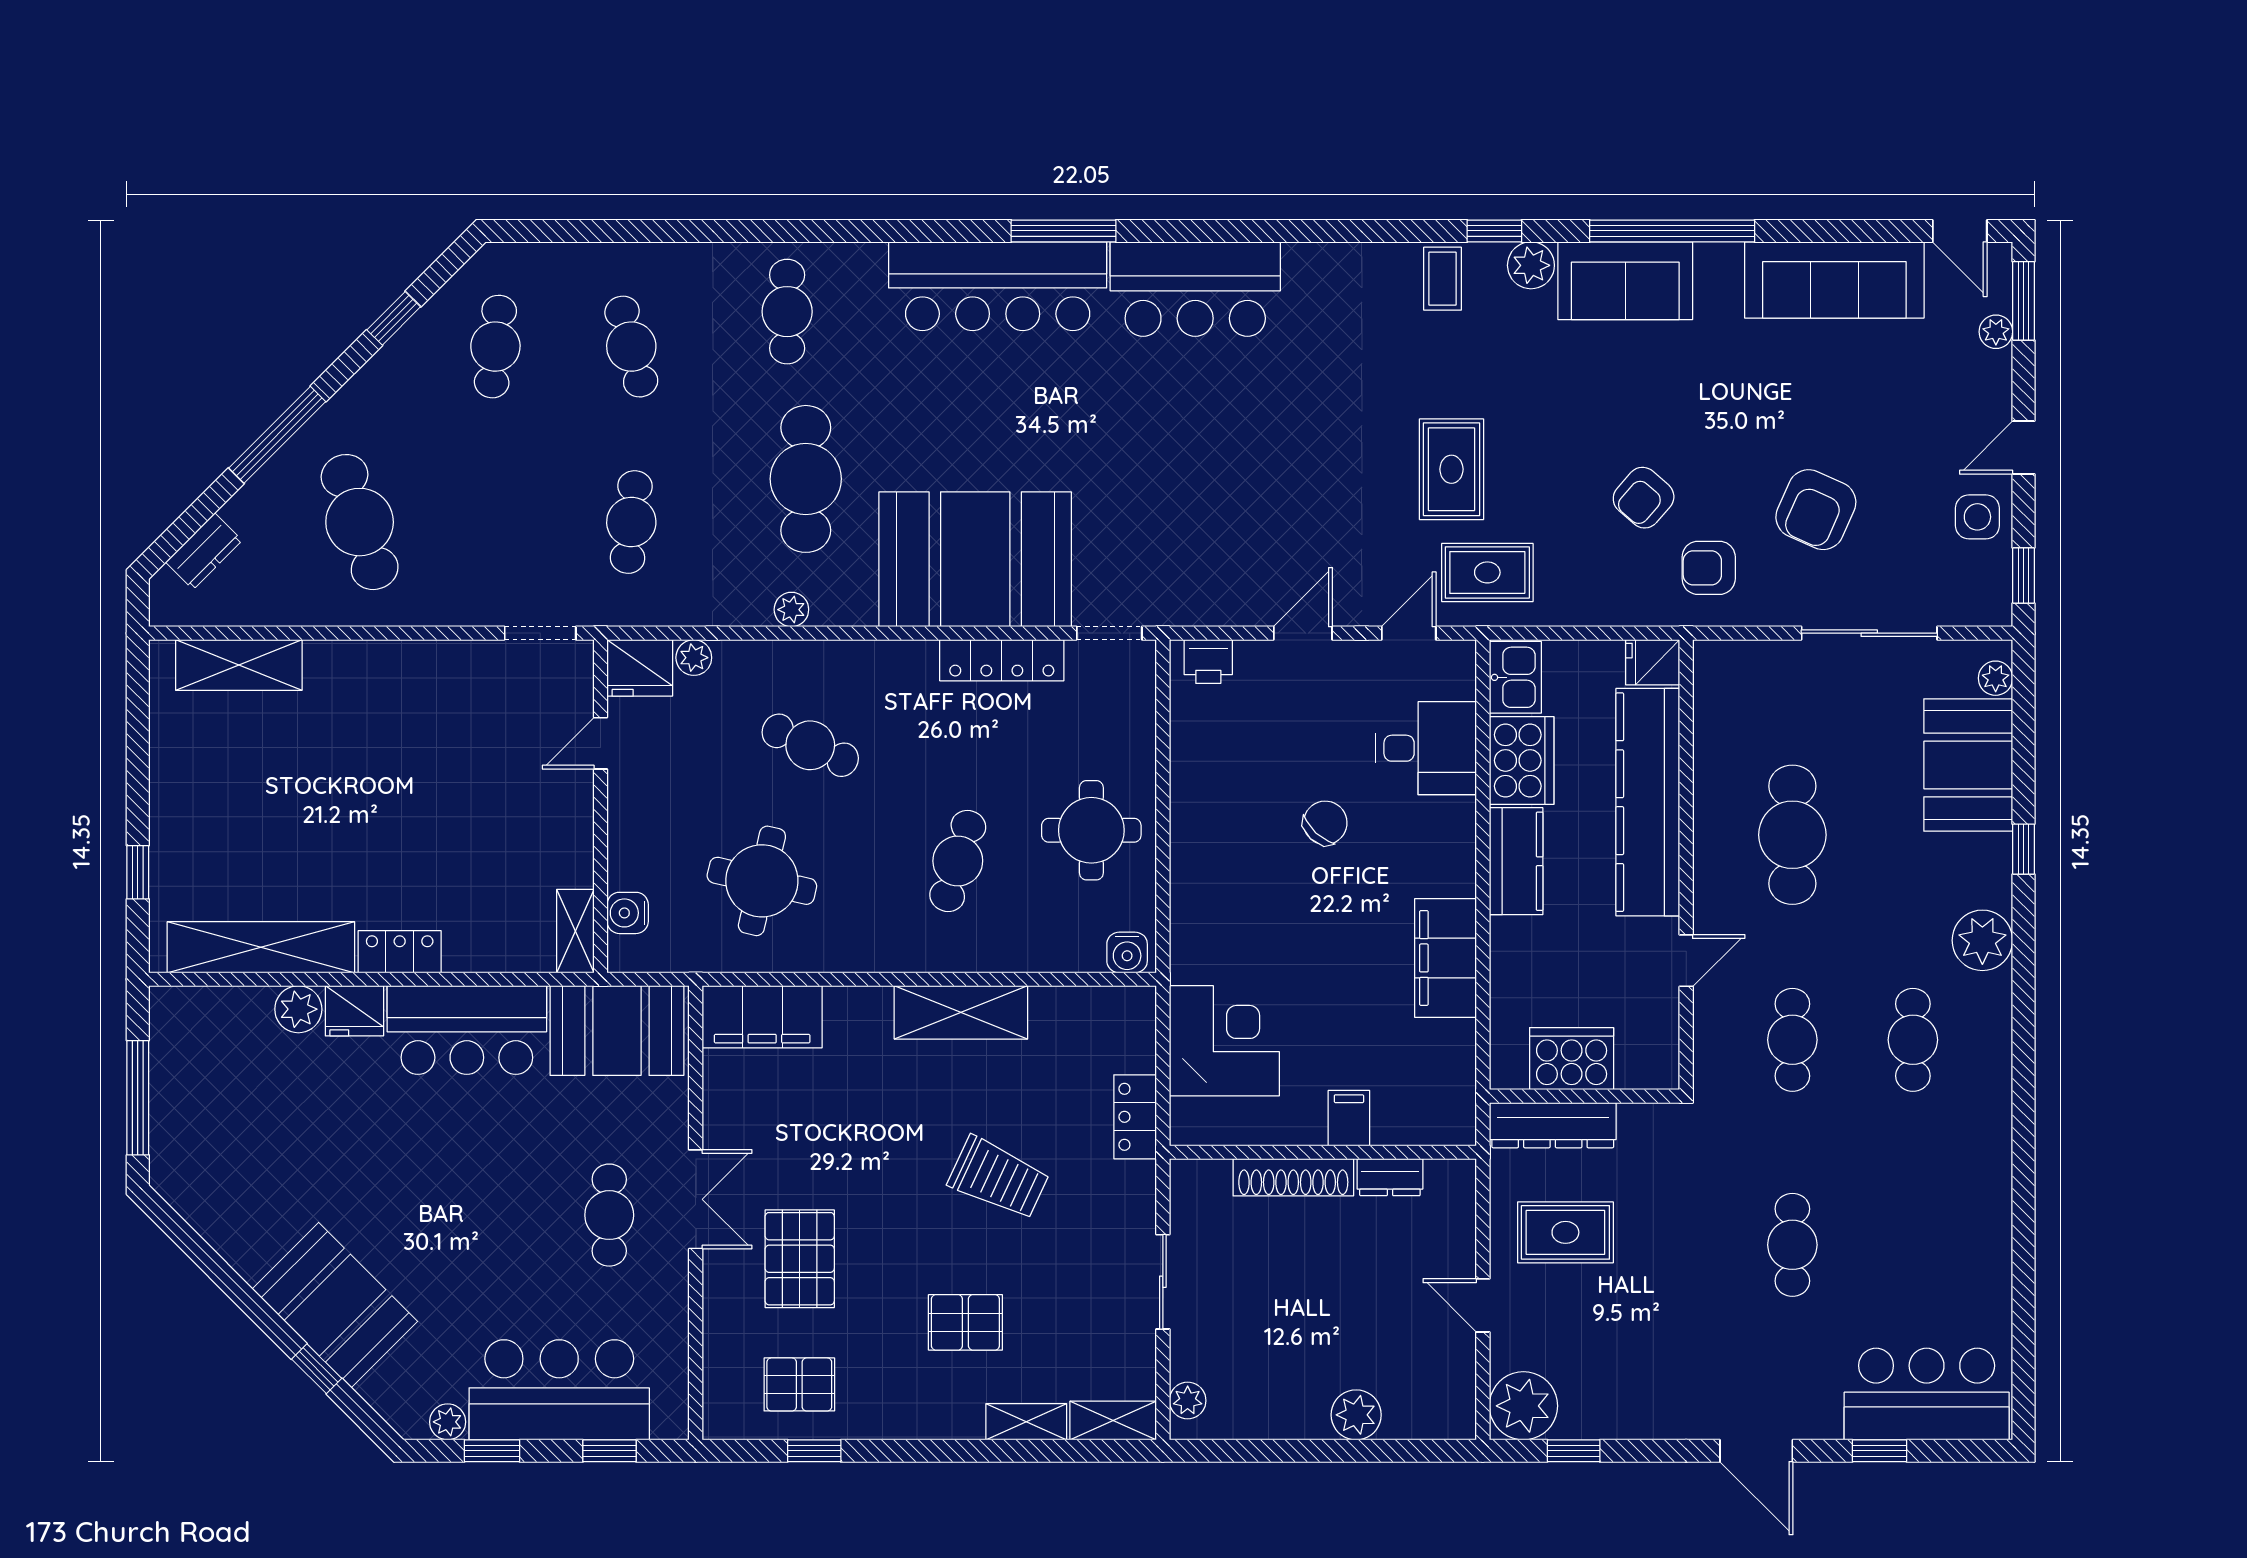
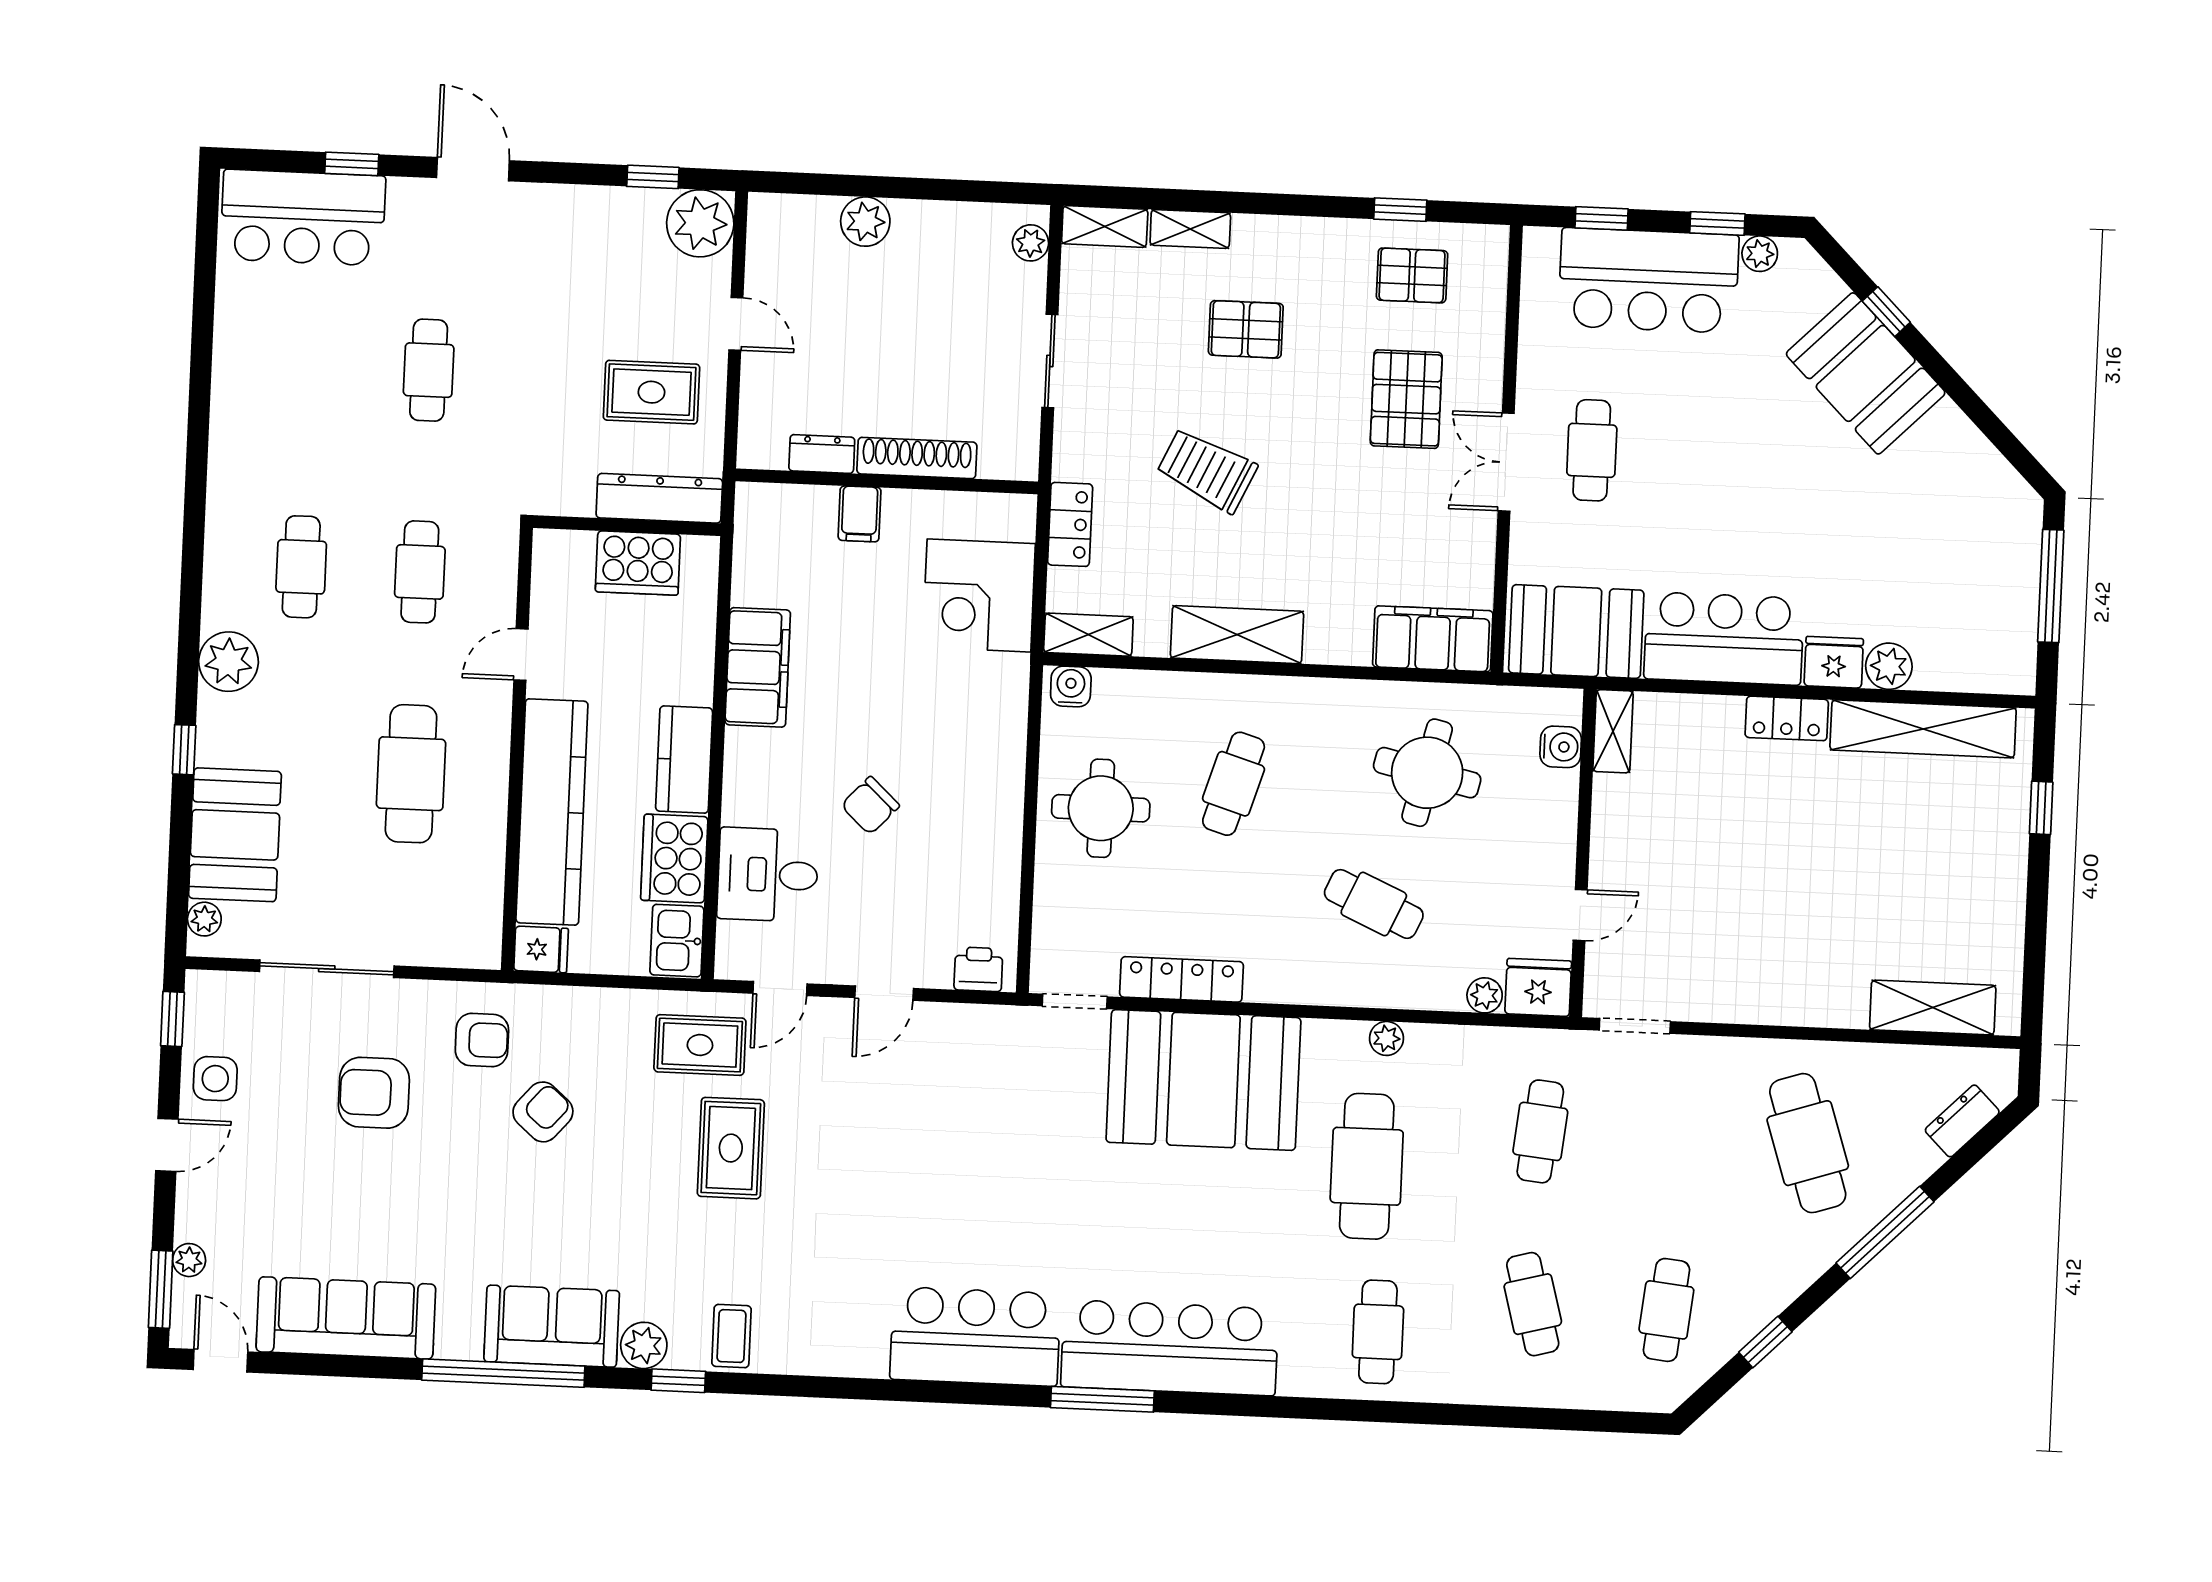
armchair: (1816, 510) -> (374, 1093), turned -114
shelving: (1112, 1006) -> (1088, 635), added

